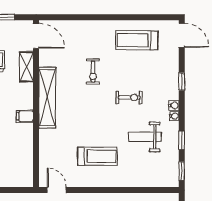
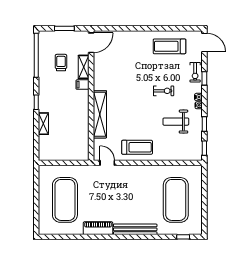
door: (36, 36) -> (91, 43), hinge flipped
exercise bike: (93, 72) -> (195, 72), moved
shelving: (47, 98) -> (100, 114), moved
filing cabinet: (25, 116) -> (82, 85), moved
treadmill: (98, 156) -> (137, 147), moved

